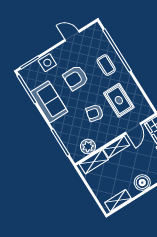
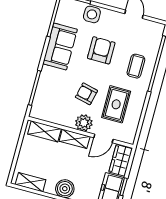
armchair: (76, 78) -> (101, 50), turned 90
plant: (88, 146) -> (84, 123), moved

